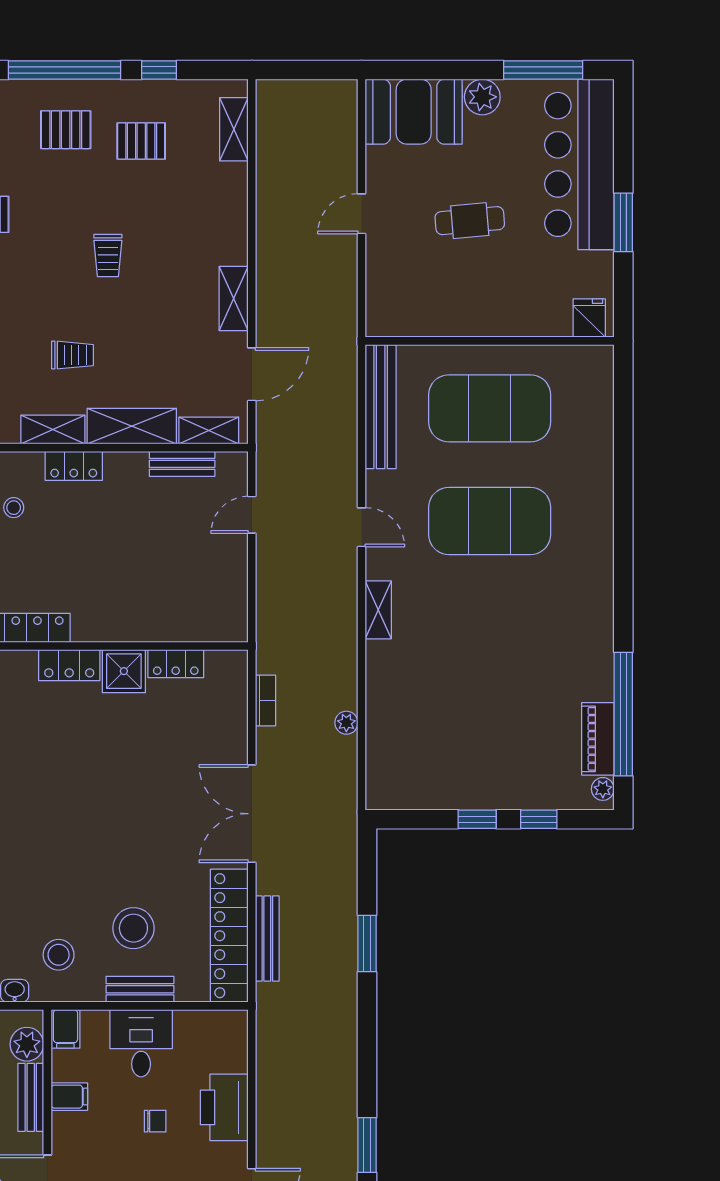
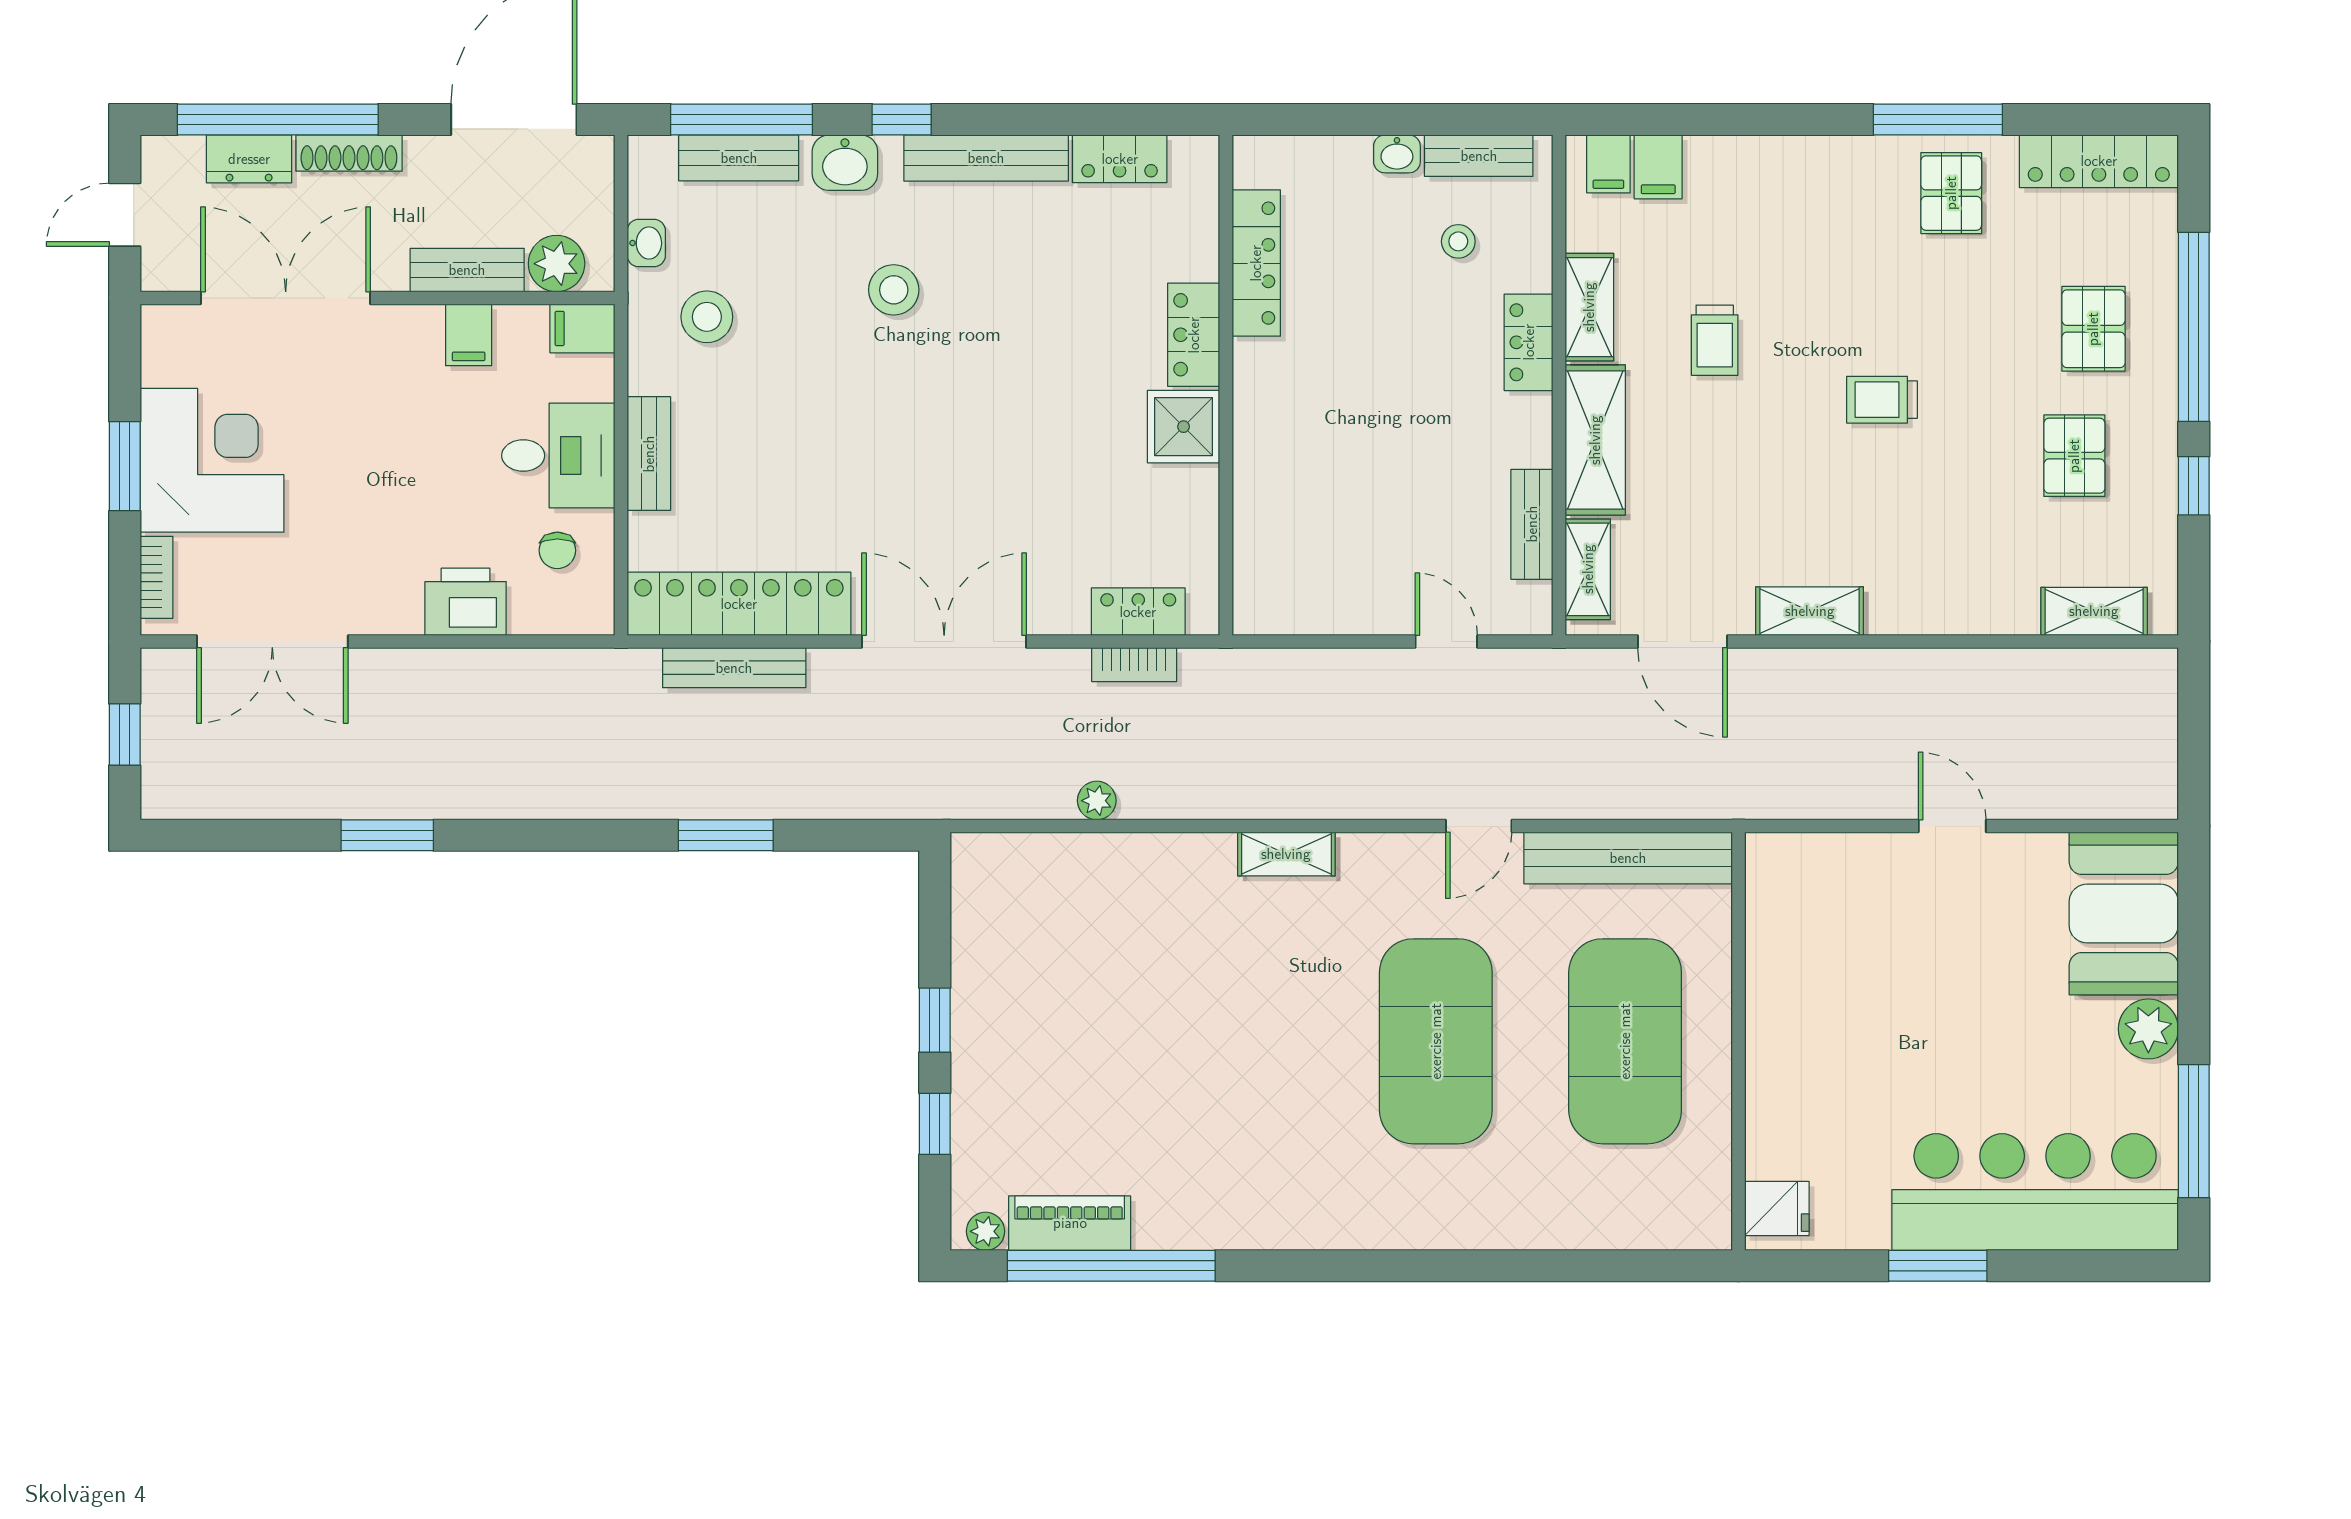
cafe table: (470, 221) -> (1941, 1008), removed
door: (362, 527) -> (1479, 826), moved
locker: (176, 664) -> (1138, 612), moved, turned 90
stool: (133, 928) -> (894, 290), moved, width x0.73, depth x0.73
printer: (224, 1107) -> (466, 602), width x0.73, depth x0.84
chair: (155, 1121) -> (557, 550), moved

